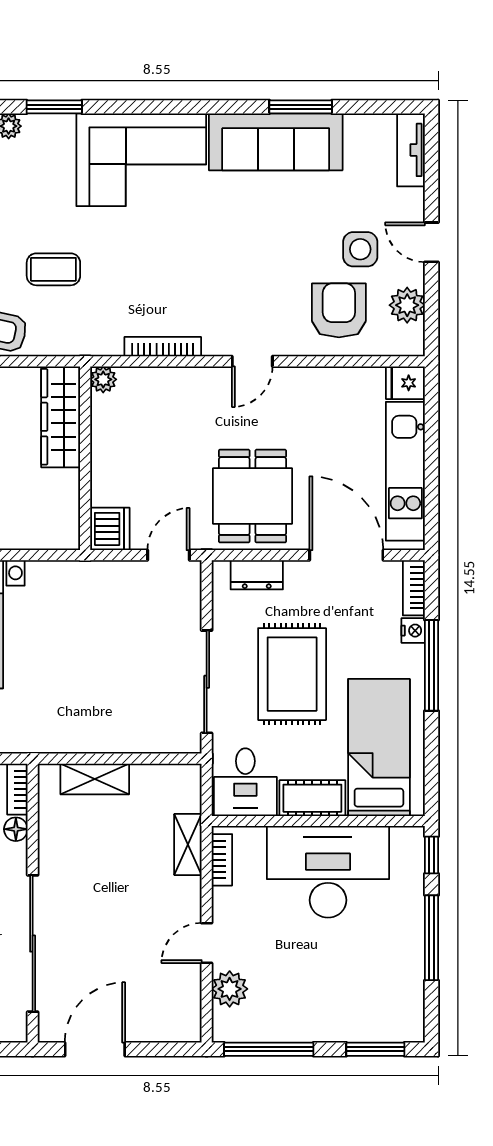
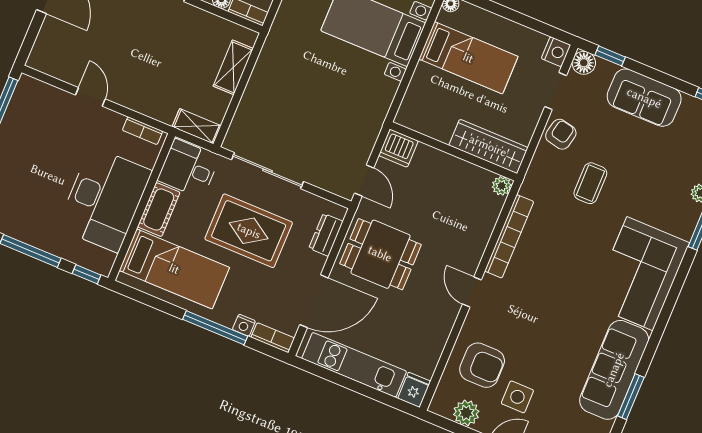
bookcase: (163, 347) -> (509, 236), width x1.48, depth x1.31
shelving: (188, 844) -> (197, 126), moved
plant: (230, 989) -> (53, 99), removed

